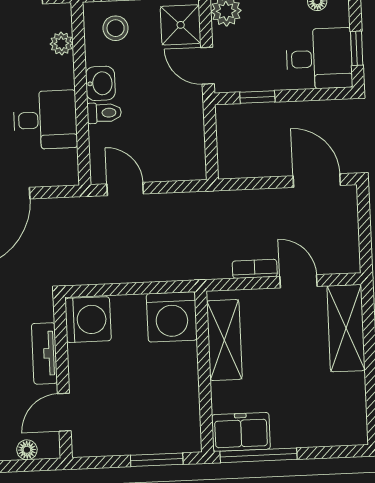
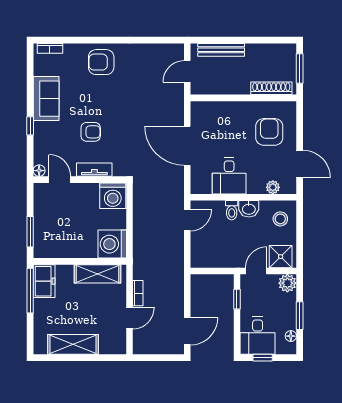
shelving: (346, 328) -> (73, 344), moved
floor lamp: (27, 450) -> (39, 171), moved

